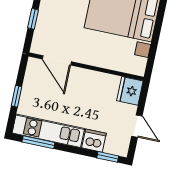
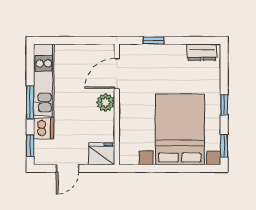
plant: (82, 77) -> (105, 102), added
window: (17, 96) -> (72, 40), removed
window: (38, 142) -> (30, 102), moved

